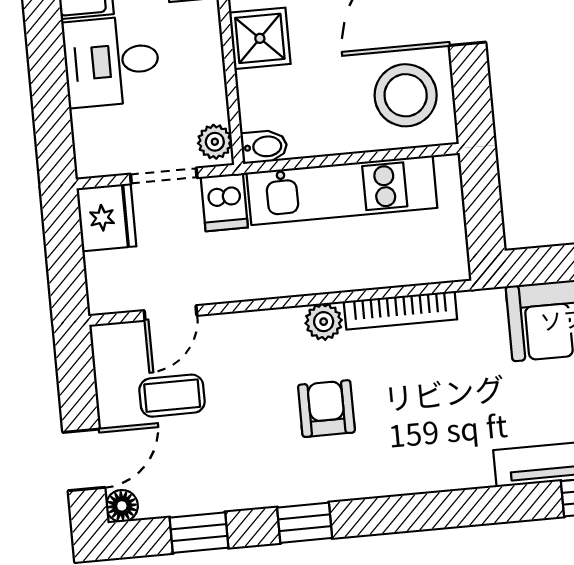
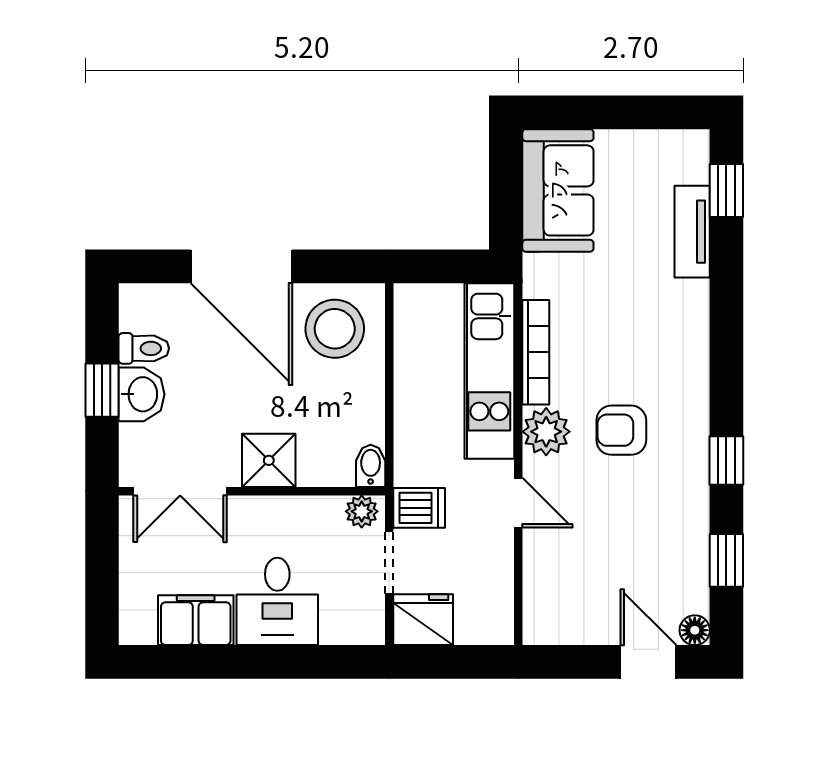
kitchen unit: (342, 190) -> (489, 371), moved, turned 180
door: (170, 313) -> (518, 503), moved
plant: (324, 322) -> (546, 432), width x1.38, depth x1.38
coffee table: (172, 396) -> (596, 574), removed

